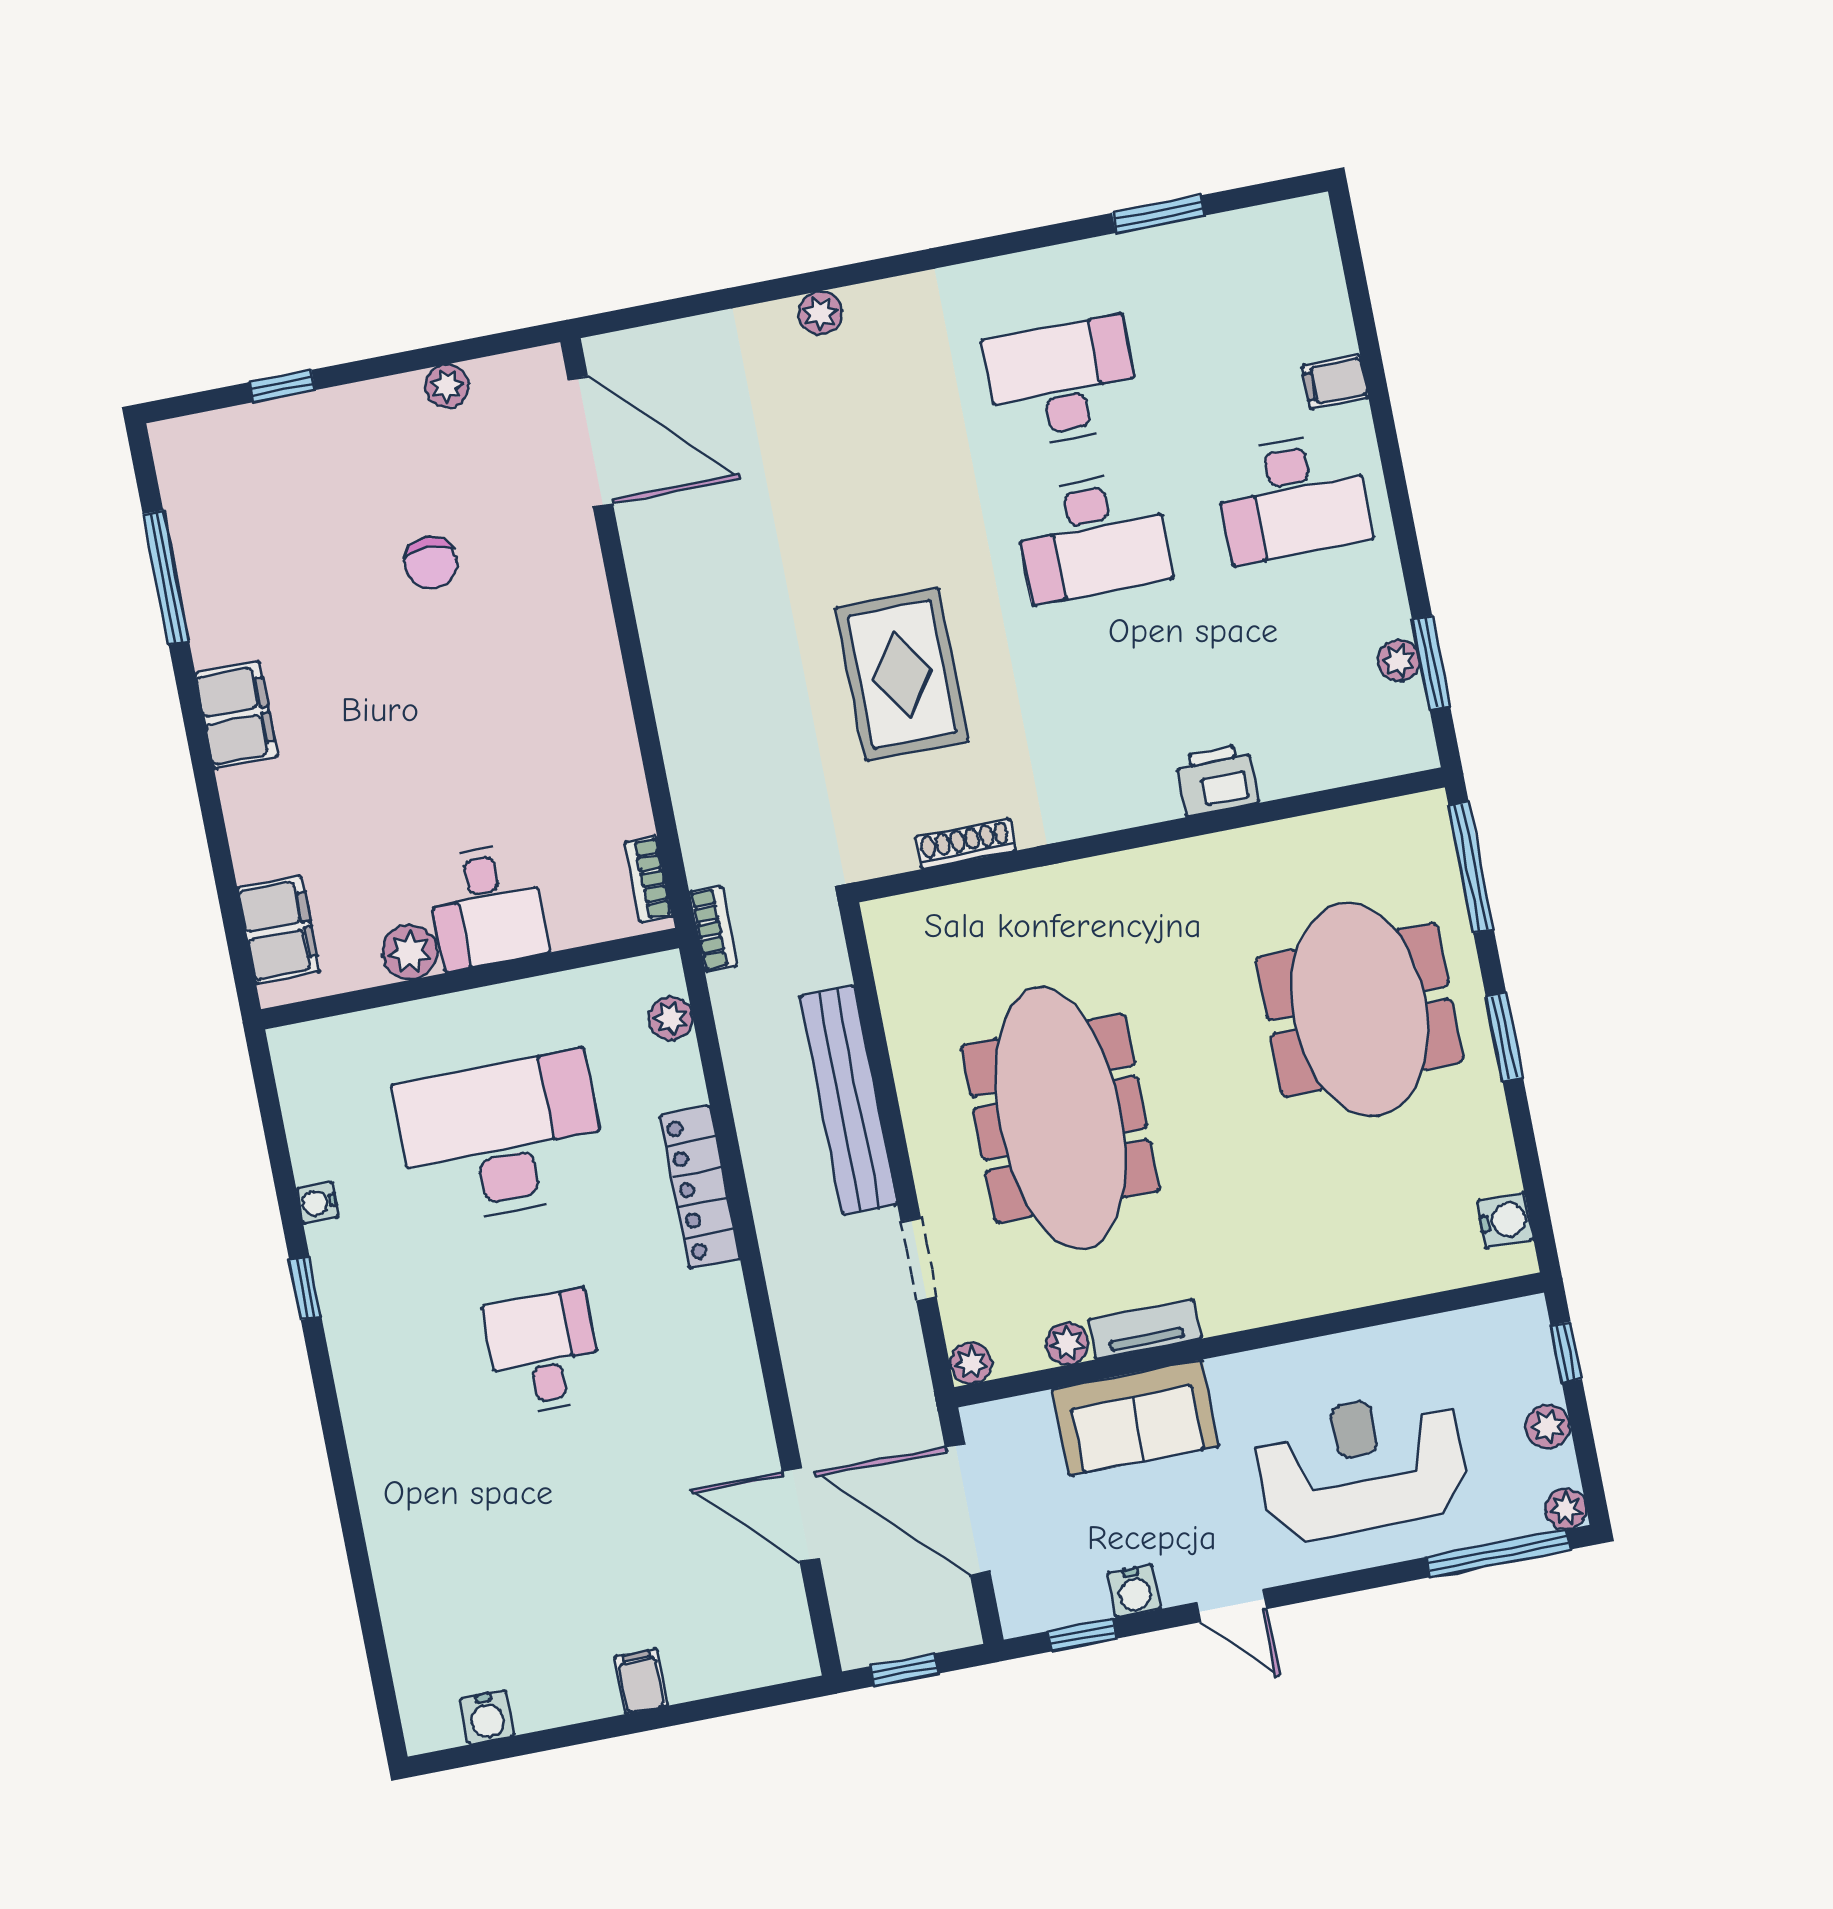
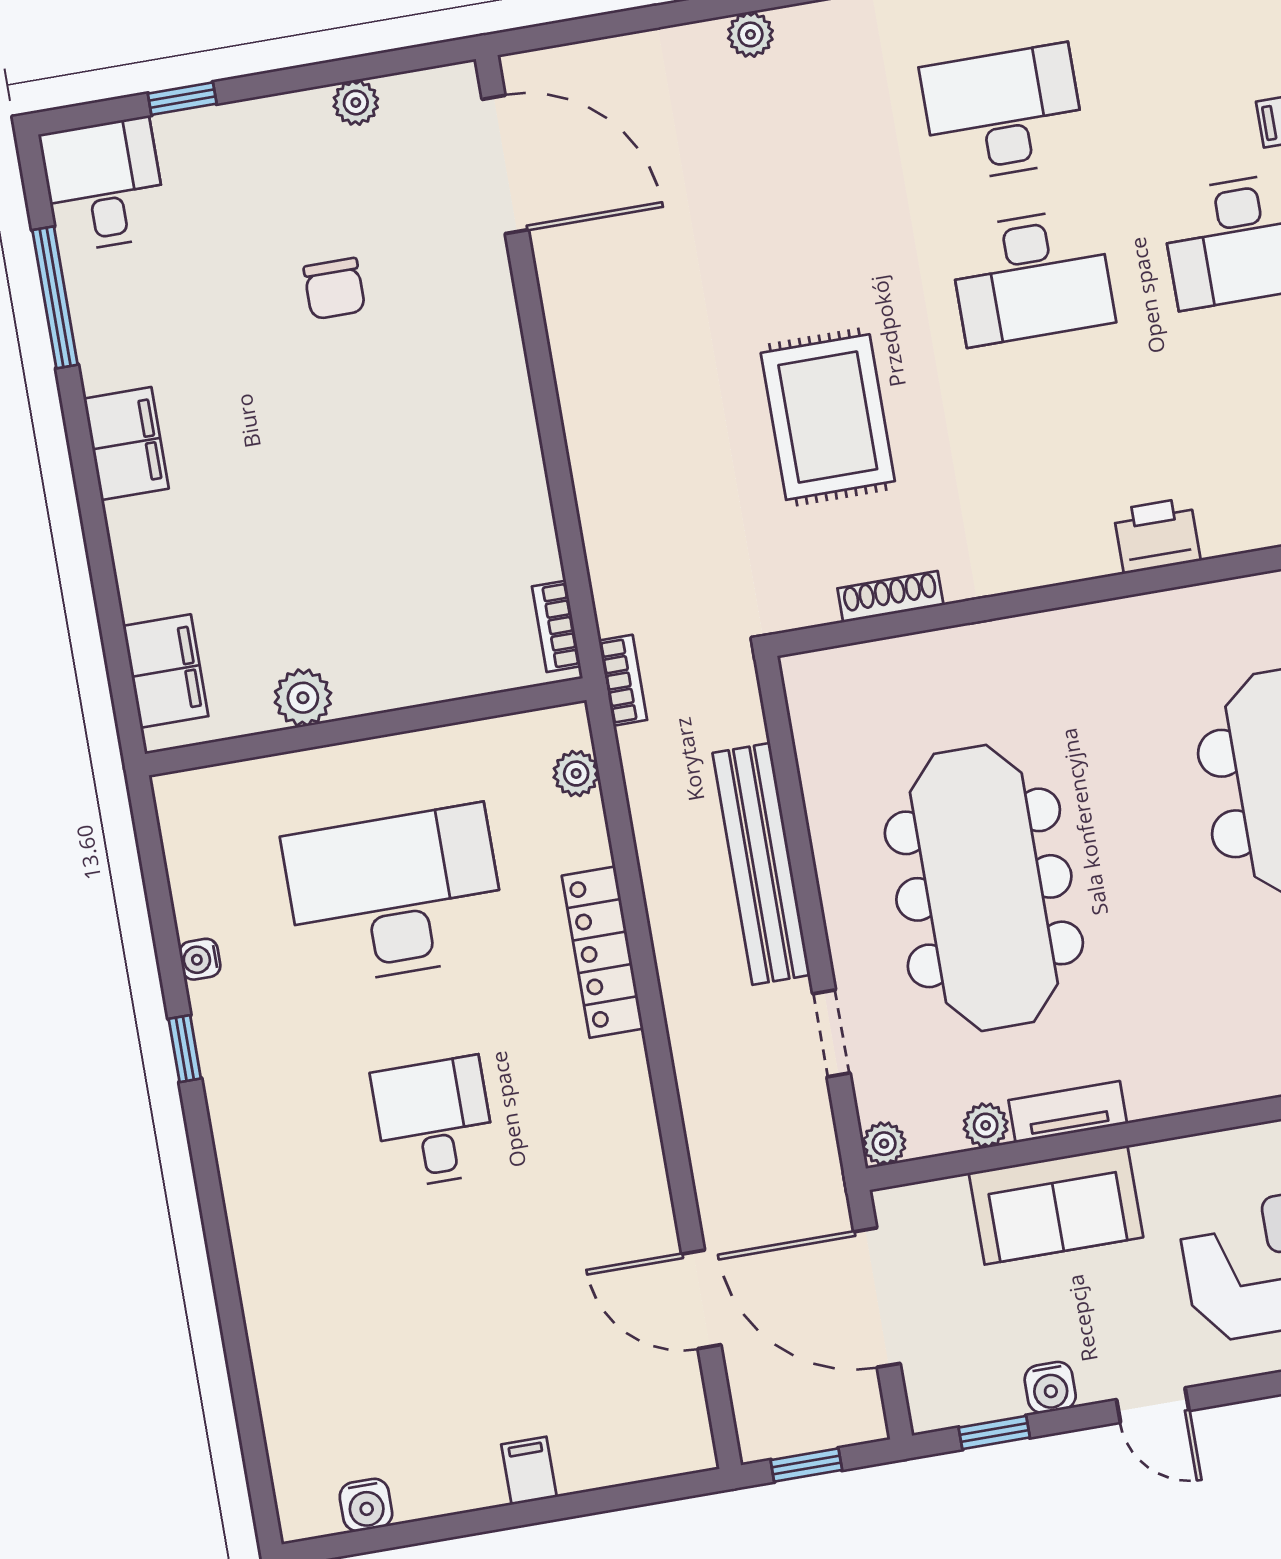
desk: (487, 906) -> (104, 185), moved, turned 180

